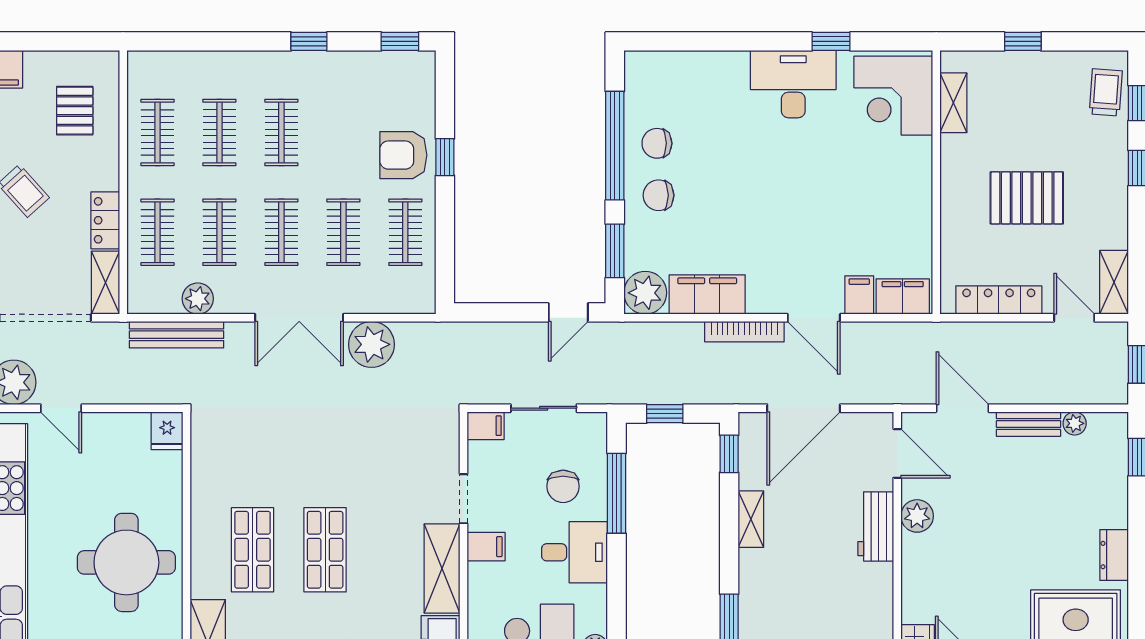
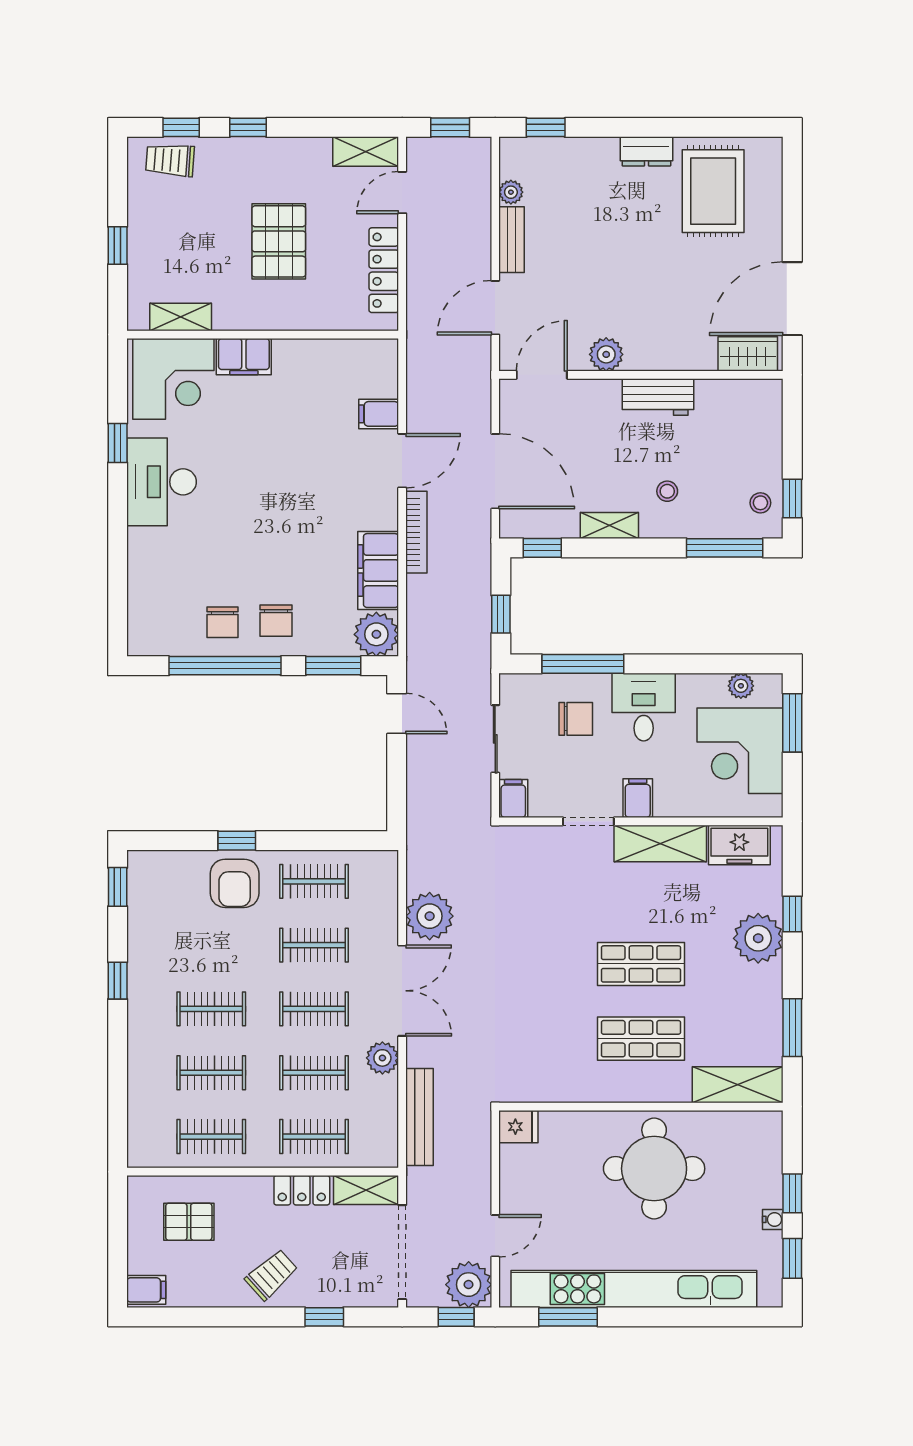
filing cabinet: (903, 297) -> (244, 357), moved, turned -90
plant: (198, 299) -> (382, 1058), moved
workbench: (876, 526) -> (658, 397), moved
stool: (784, 575) -> (667, 491), added

